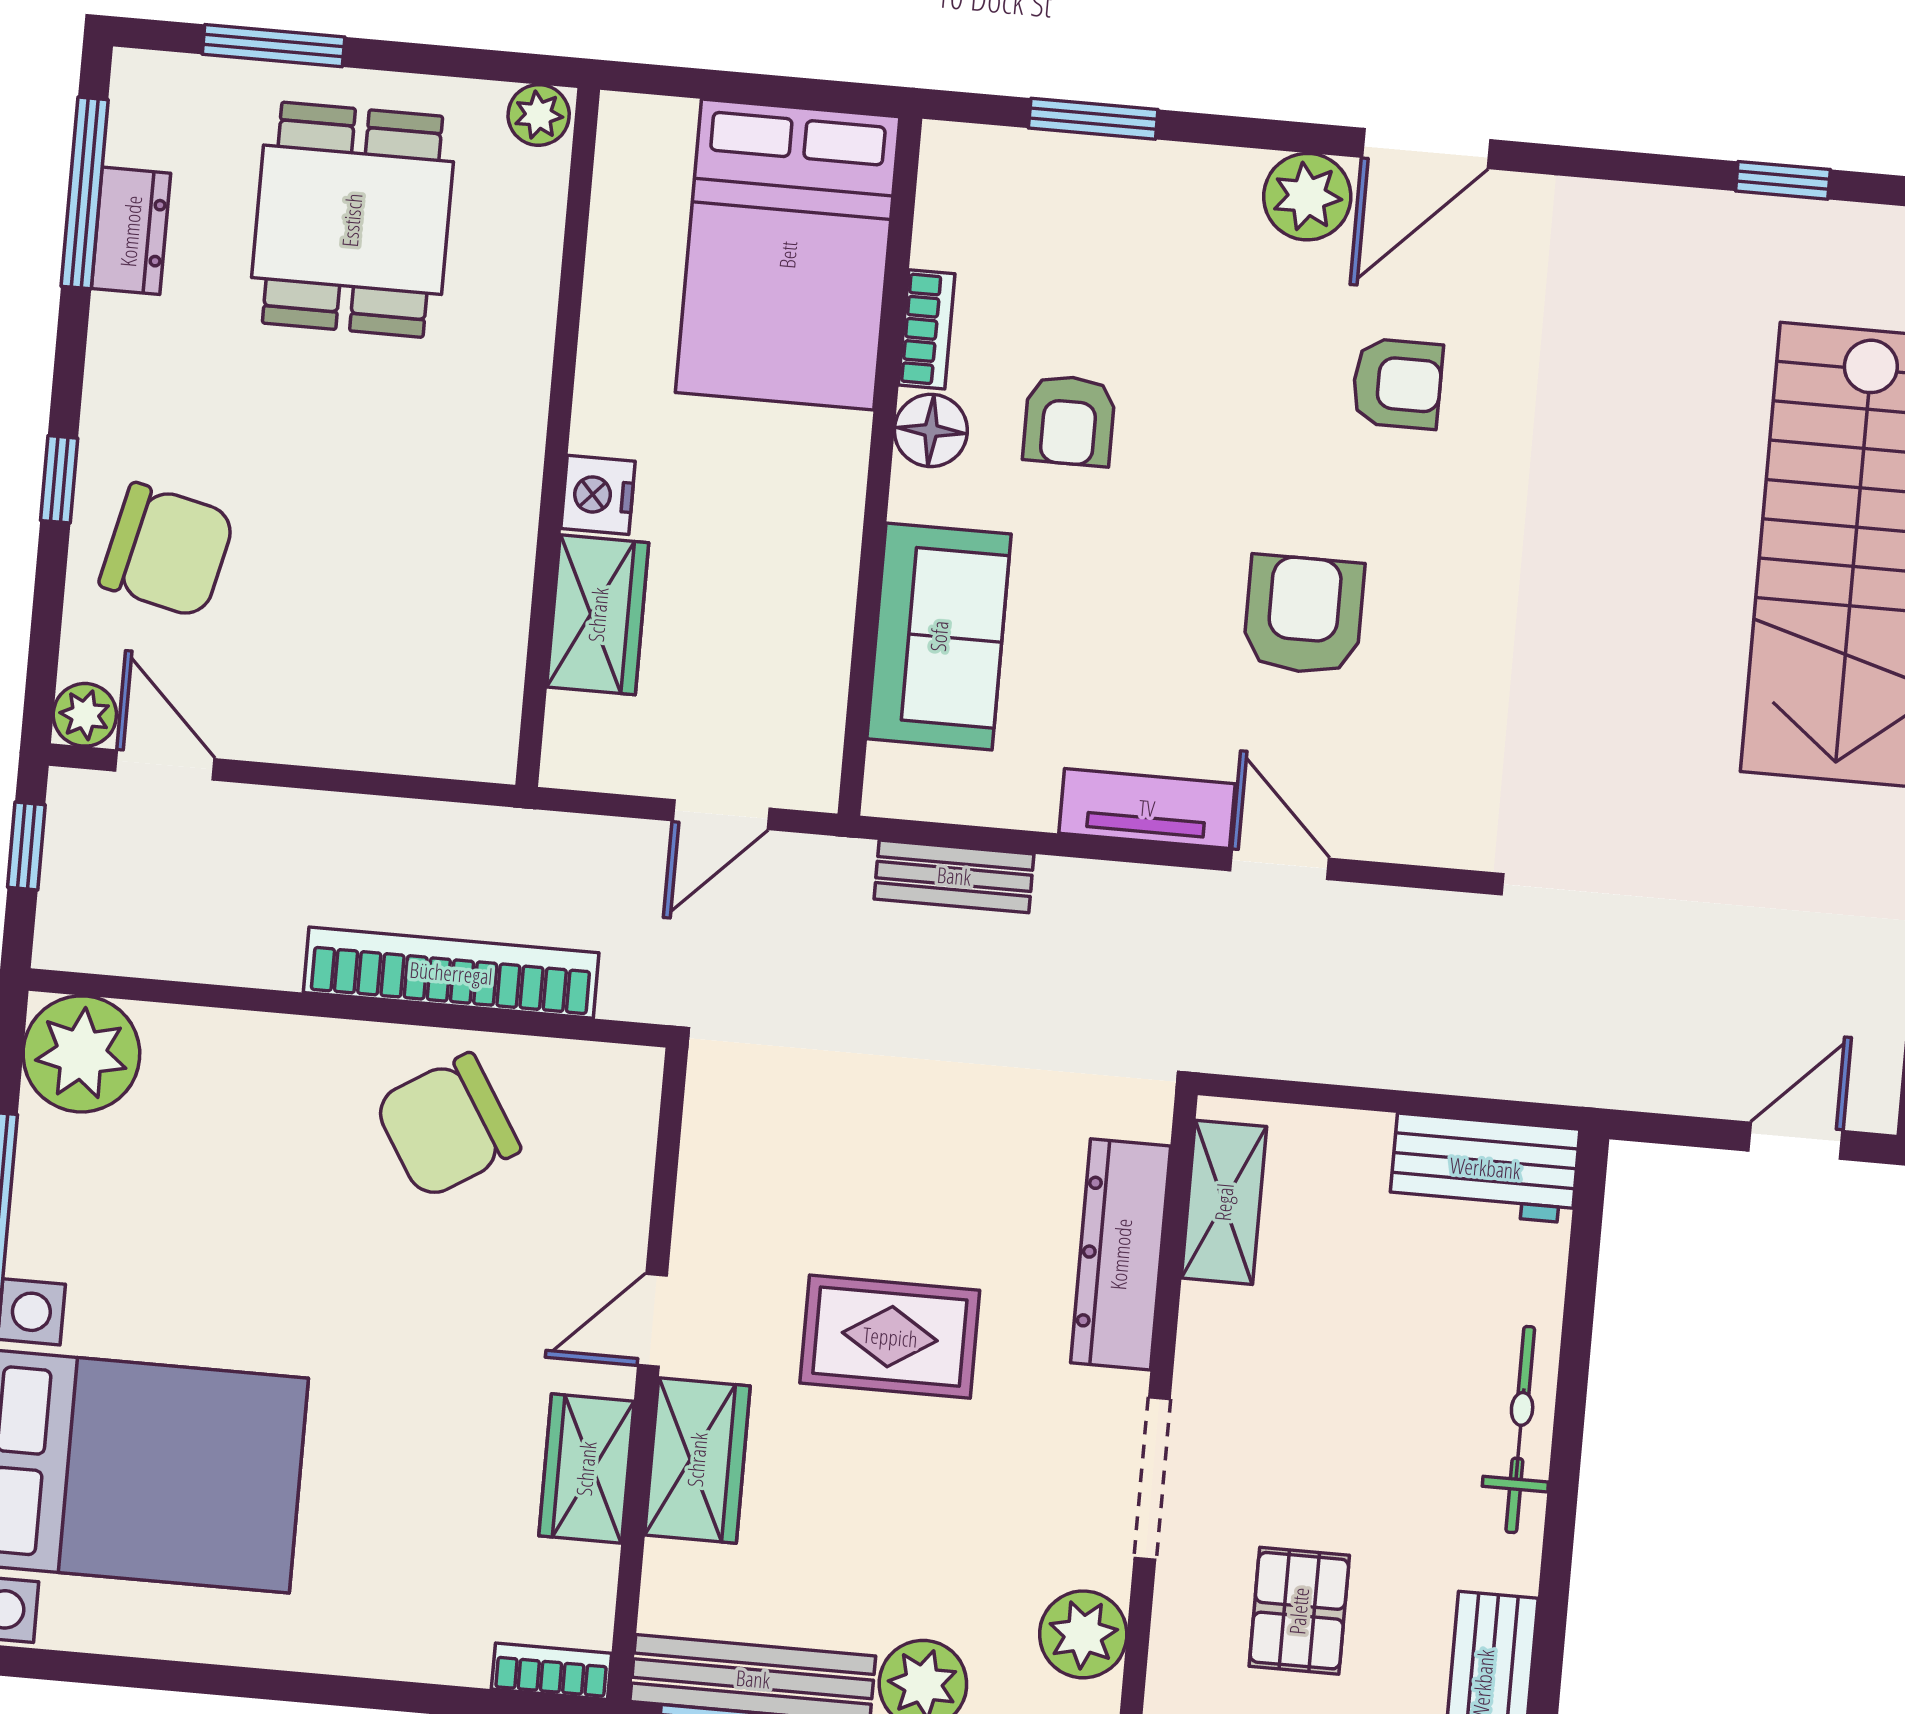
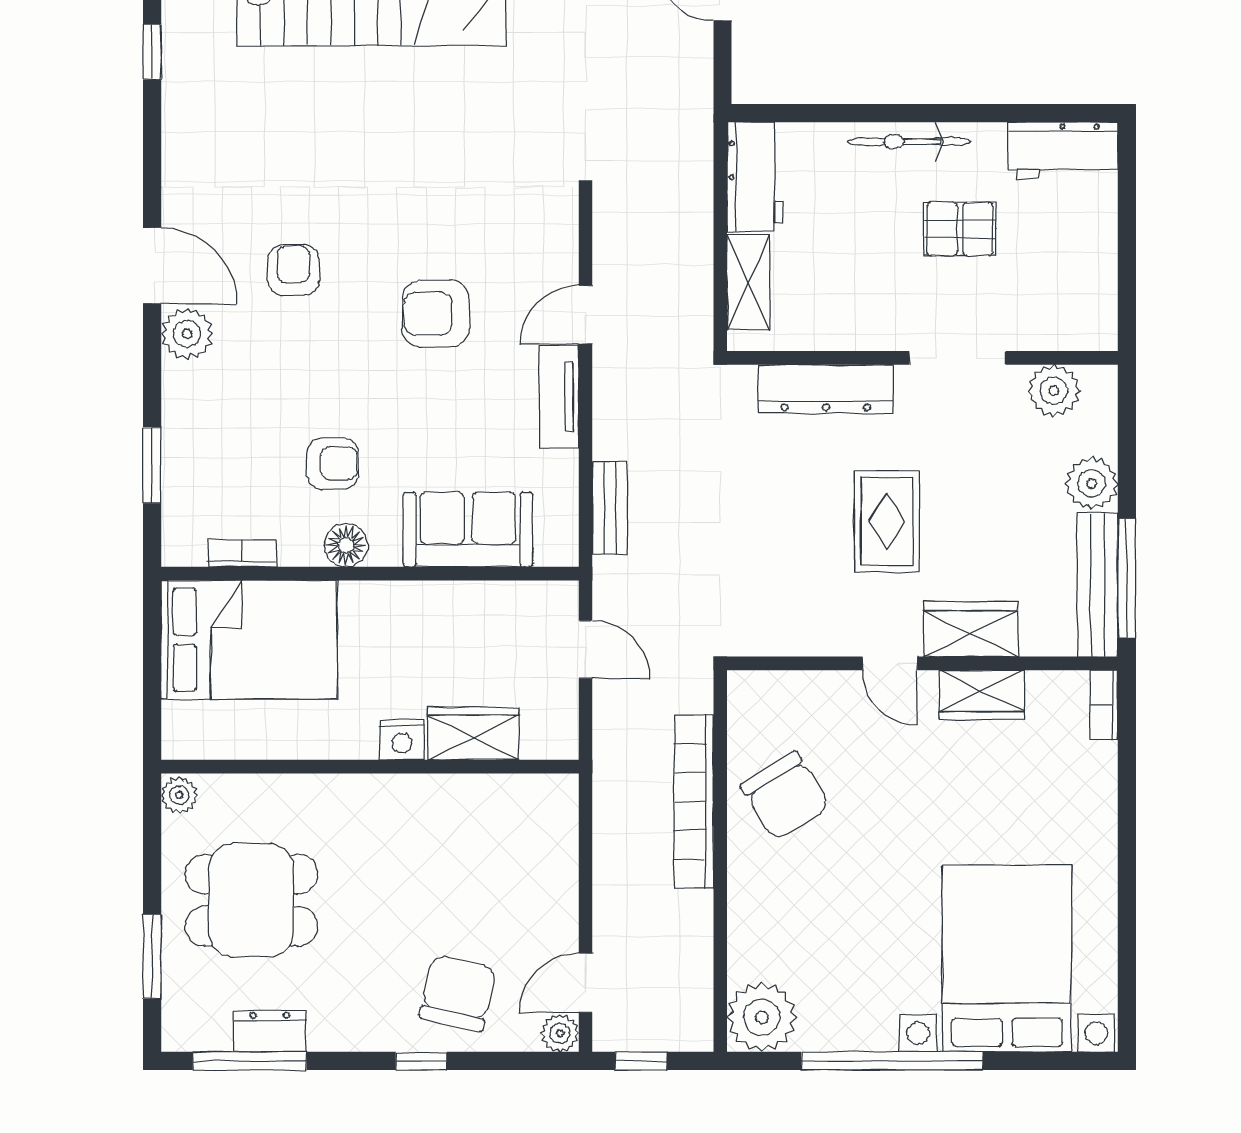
bookcase: (927, 329) -> (242, 553), moved
shelving: (1224, 1202) -> (748, 282), moved, turned 90
pallet: (1299, 1611) -> (960, 229), moved

